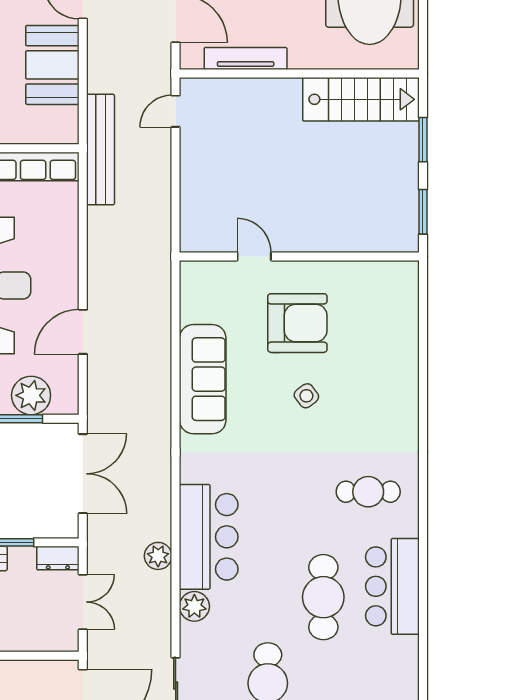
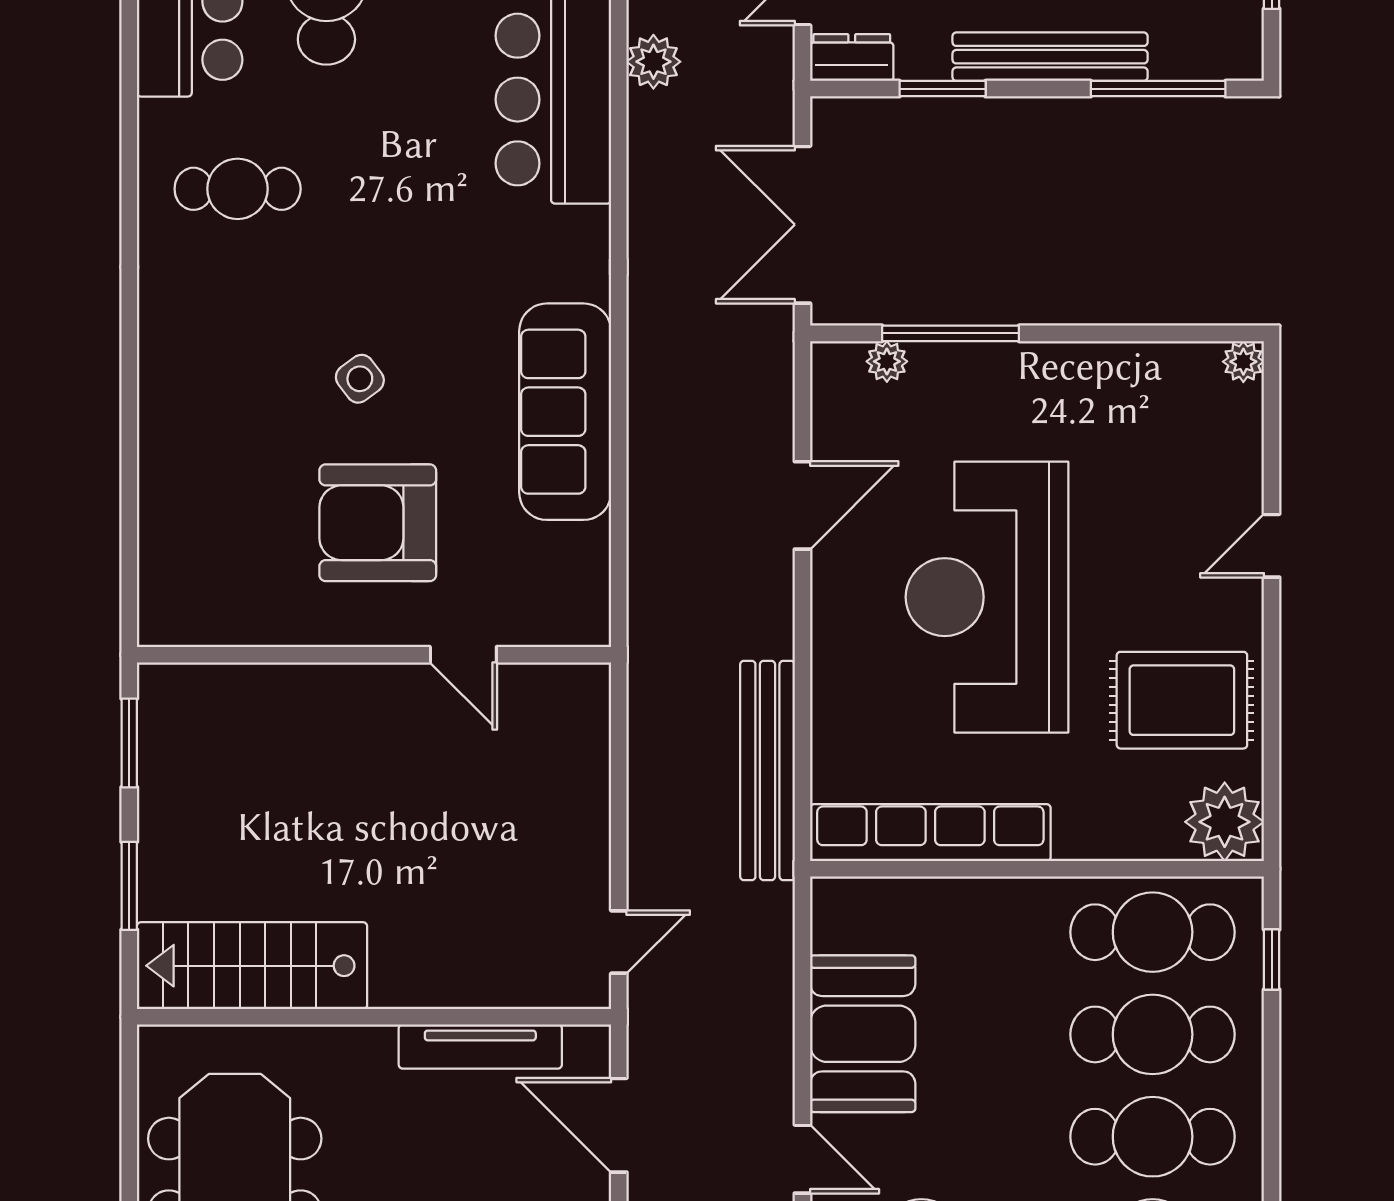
bench: (100, 150) -> (767, 770), moved
plant: (31, 395) -> (887, 361), width x0.53, depth x0.53

